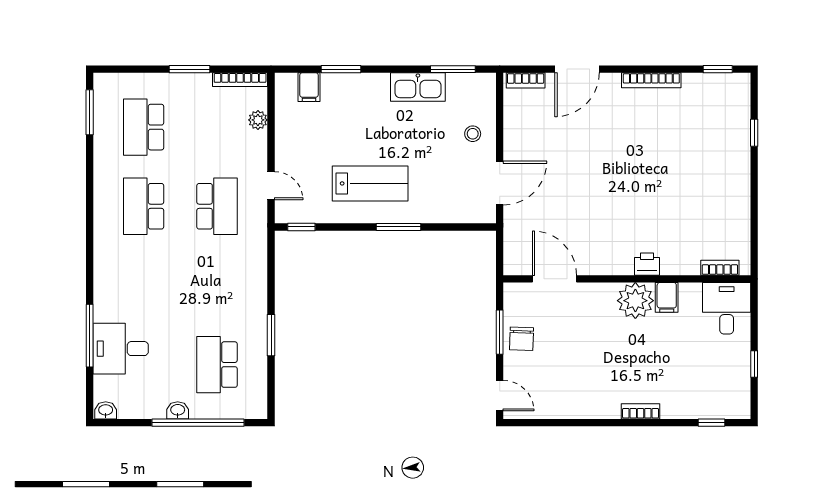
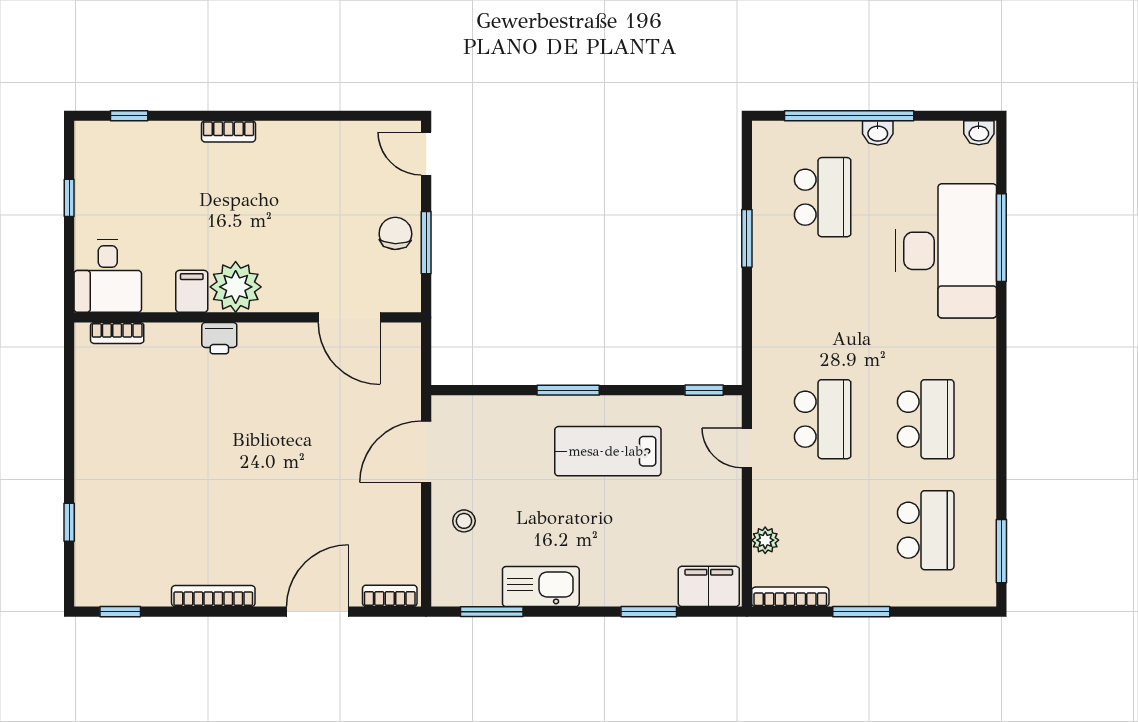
filing cabinet: (309, 87) -> (709, 586), width x2.00
school desk: (217, 206) -> (823, 419), turned 180
desk: (121, 349) -> (946, 251), width x1.87, depth x1.30

